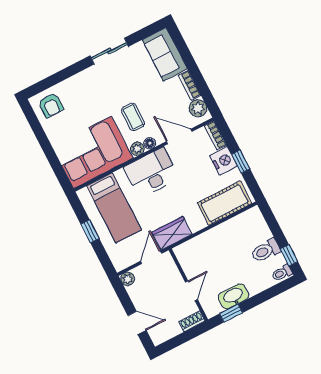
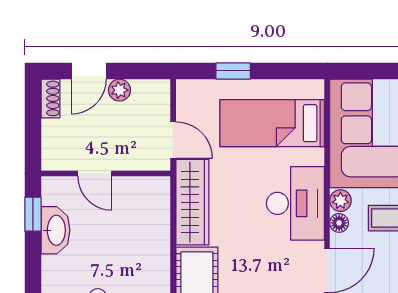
window: (90, 231) -> (233, 71), moved
wardrobe: (172, 233) -> (192, 202), width x1.50
plant: (128, 279) -> (119, 90), moved
shoe rack: (192, 321) -> (50, 98), moved

